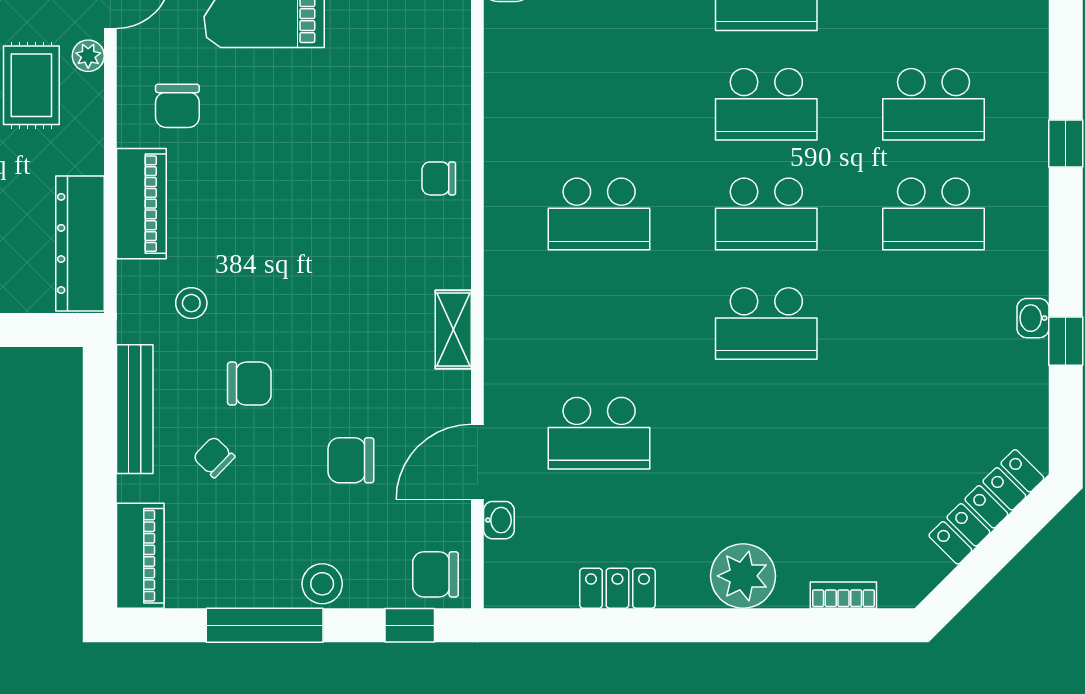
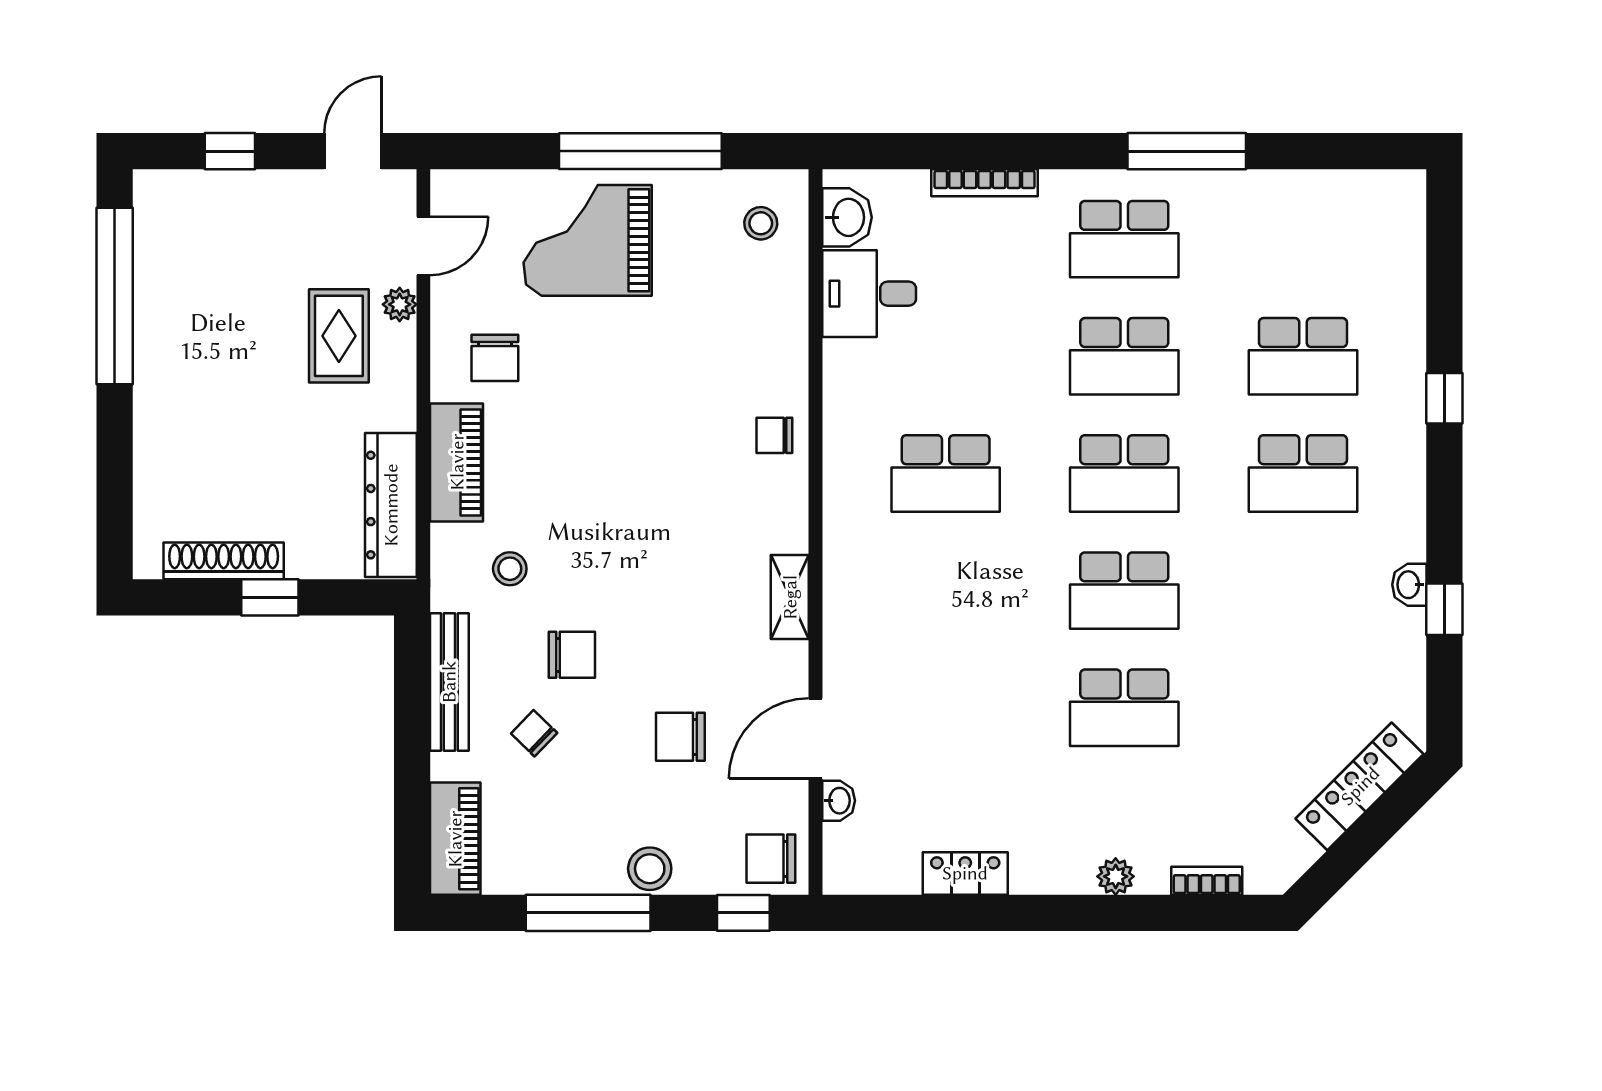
desk: (528, 46) -> (869, 294), added
school desk: (599, 433) -> (1124, 708), moved
plant: (743, 576) -> (1116, 876), width x0.53, depth x0.53

